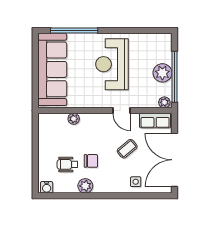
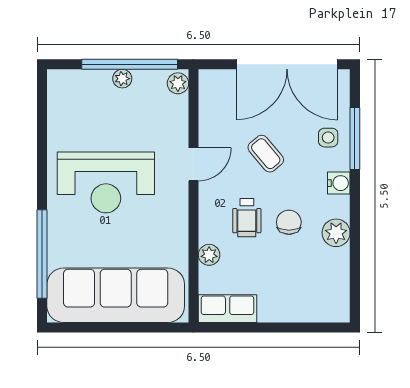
plant: (162, 73) -> (122, 79), width x0.53, depth x0.53
row of seats: (155, 121) -> (228, 309), moved, turned -90
wheelchair: (67, 164) -> (247, 218), moved
water cooler: (47, 187) -> (339, 183), moved
window: (135, 196) -> (355, 138), added

